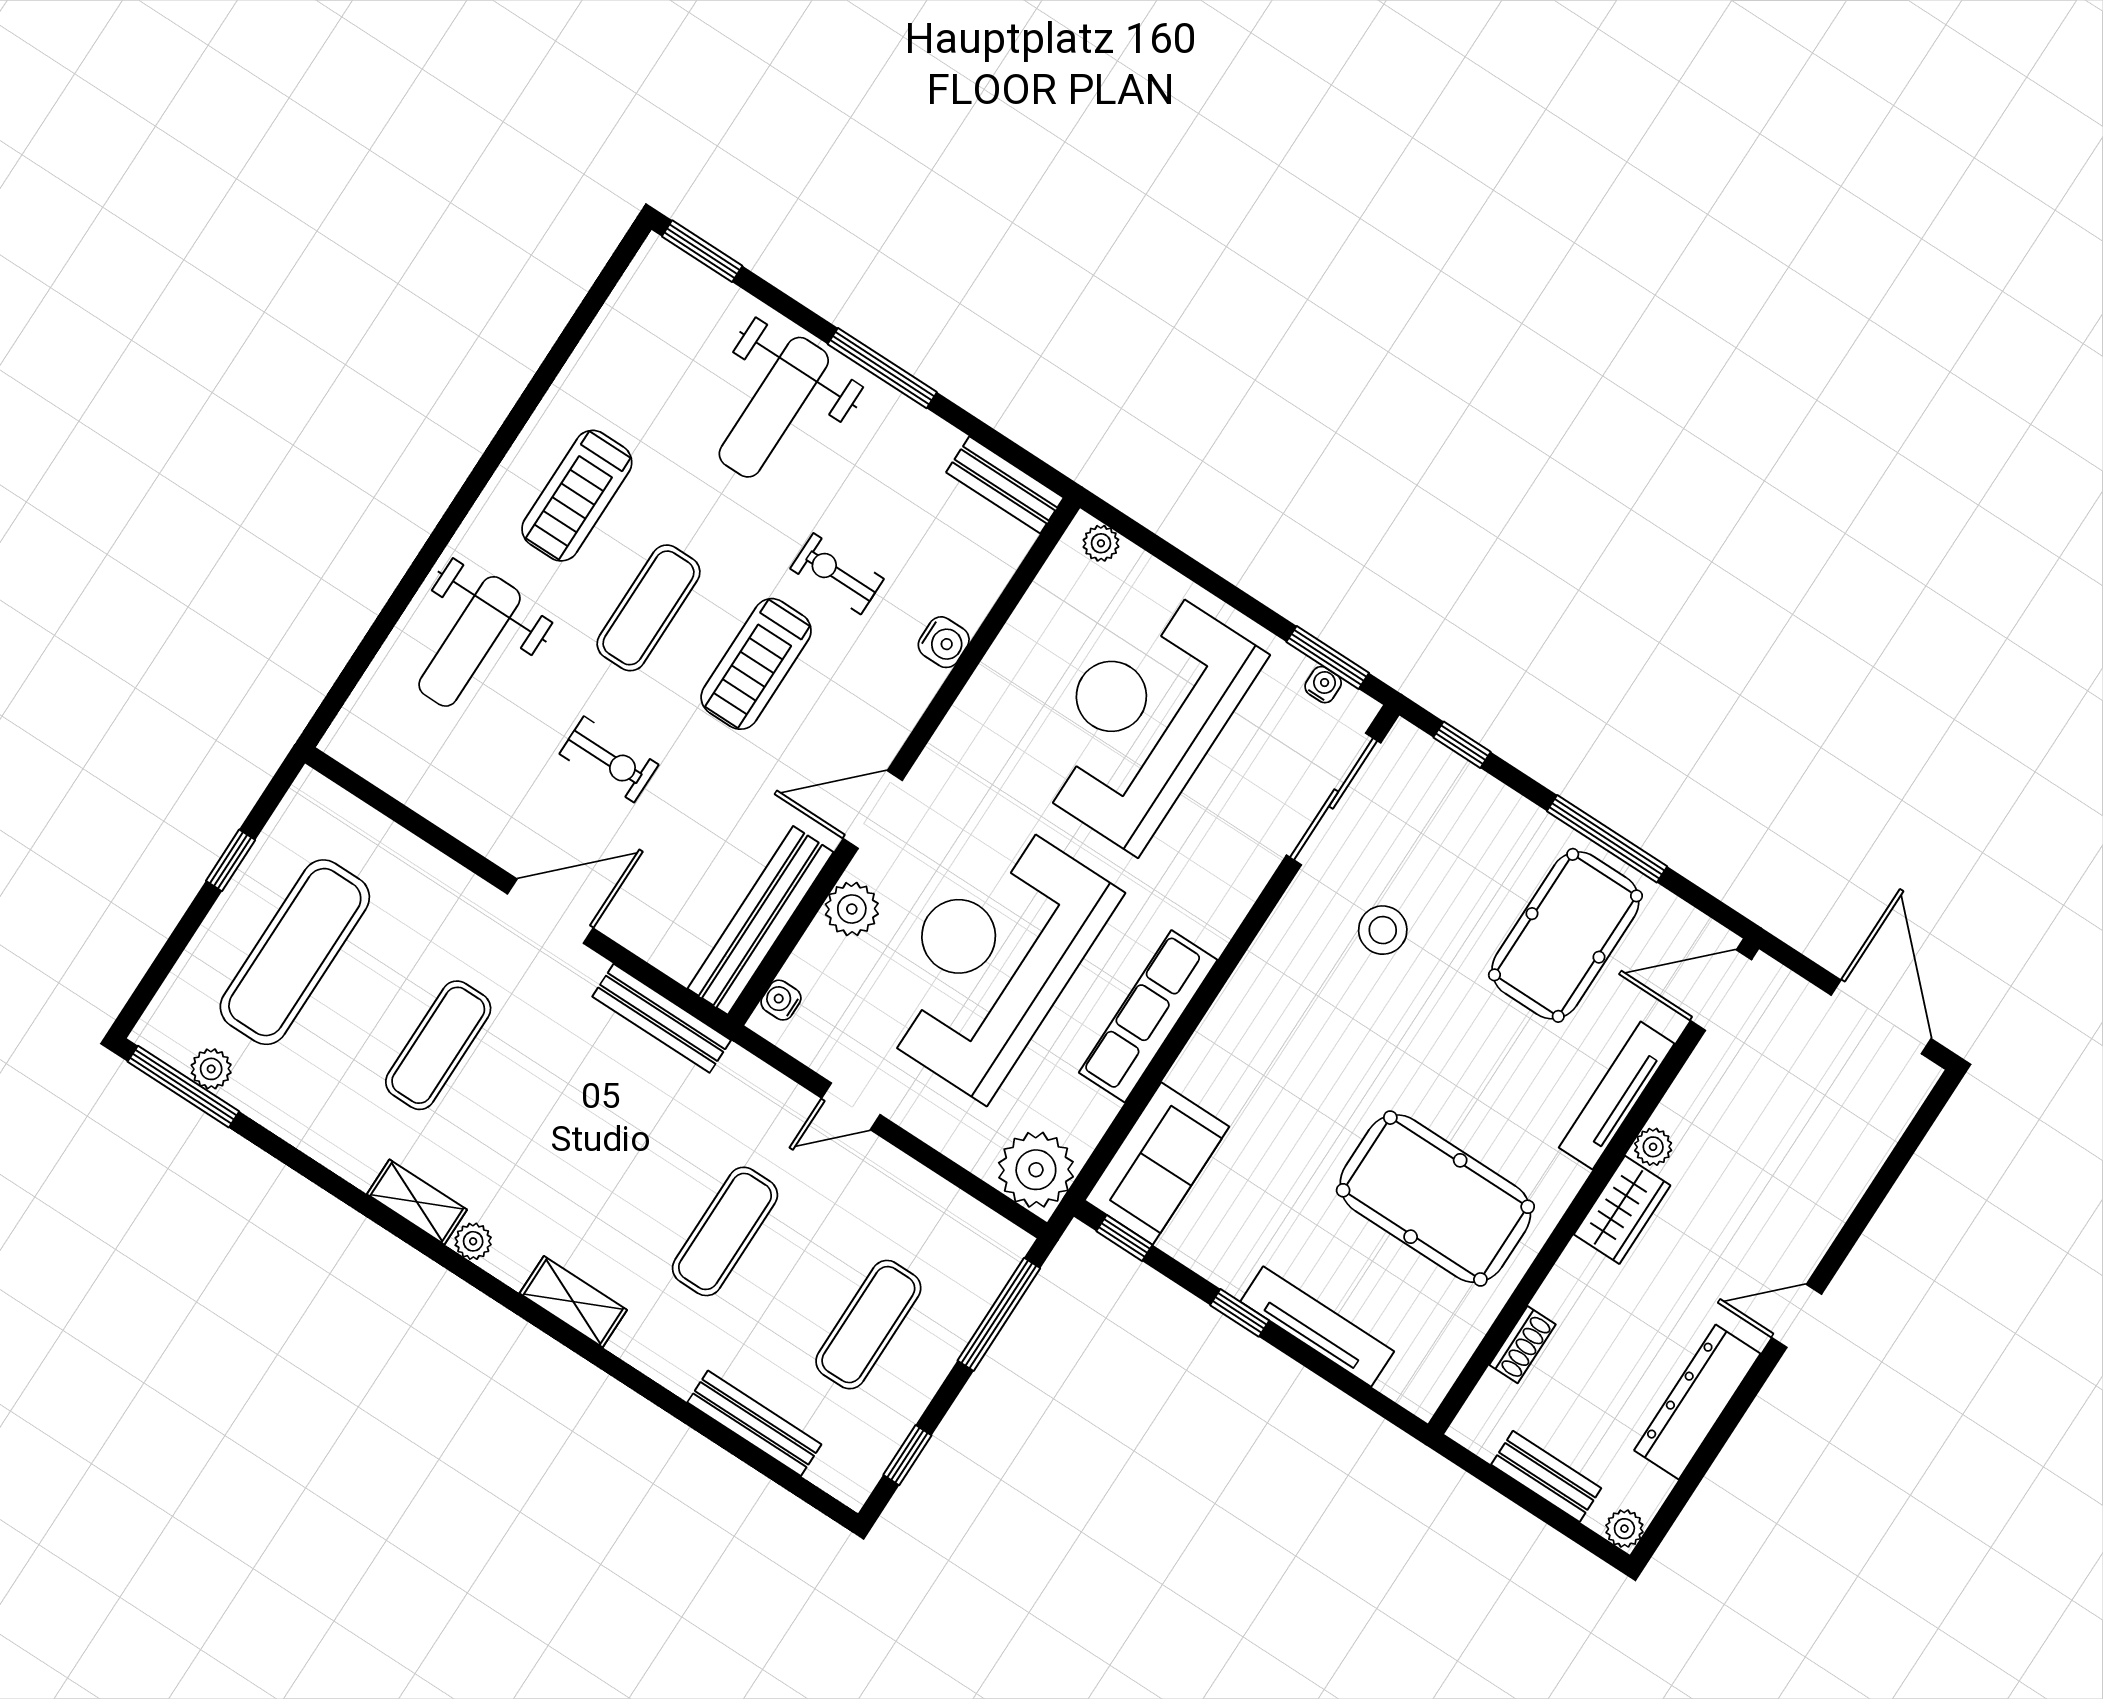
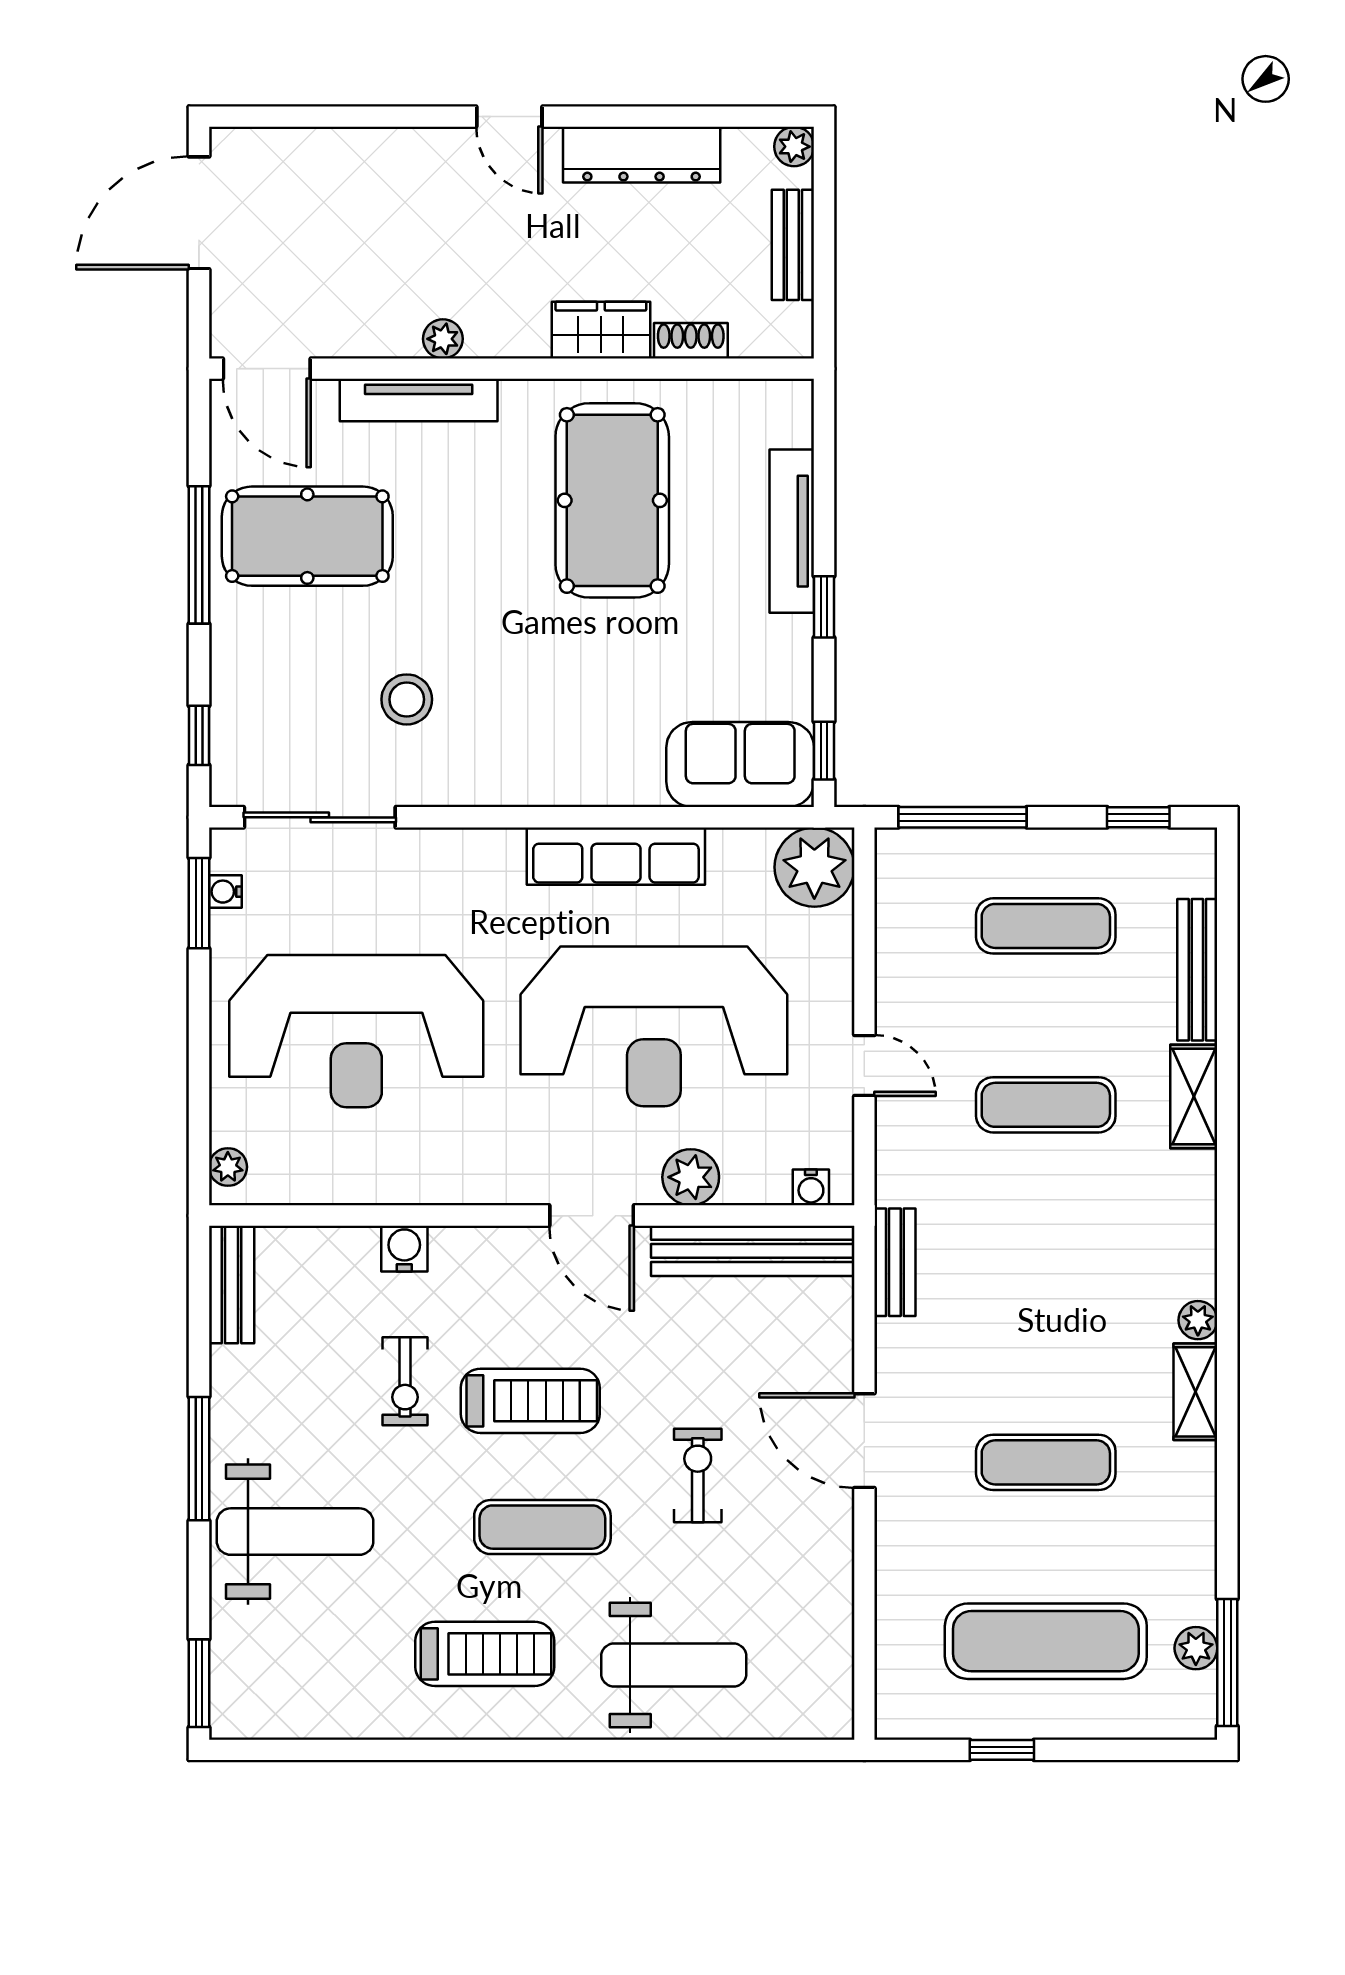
bench: (662, 1018) -> (895, 1262), width x0.73
wardrobe: (1622, 1210) -> (601, 330), moved
shelving: (573, 1302) -> (1194, 1097), moved

